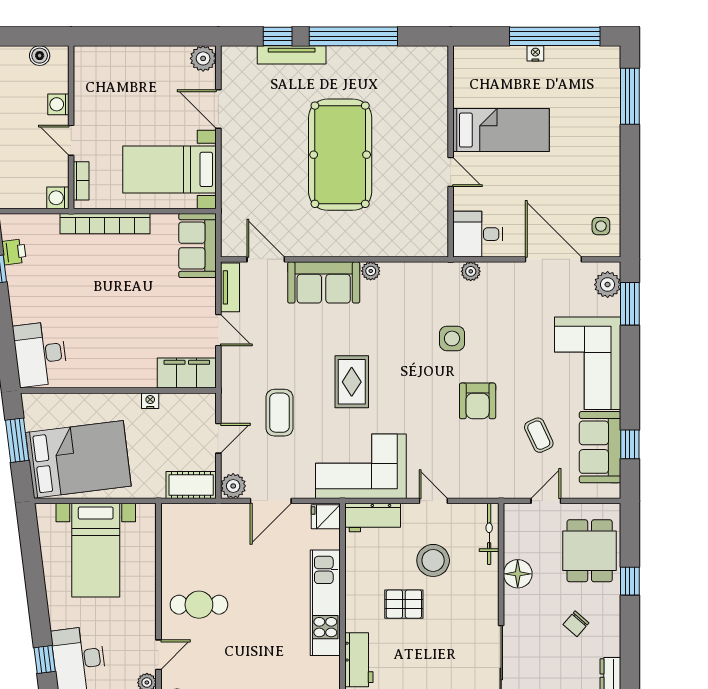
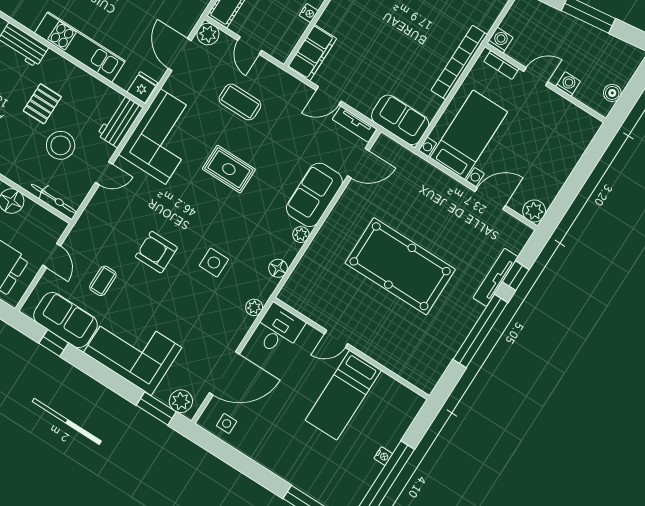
floor lamp: (418, 272) -> (278, 268), added
coffee table: (539, 435) -> (103, 281), turned -65

